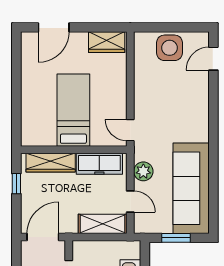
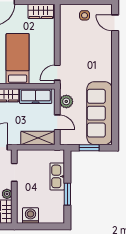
side table: (170, 48) -> (85, 15), width x0.54, depth x0.54
door: (213, 59) -> (115, 23), hinge flipped
door: (130, 130) -> (57, 73), hinge flipped

